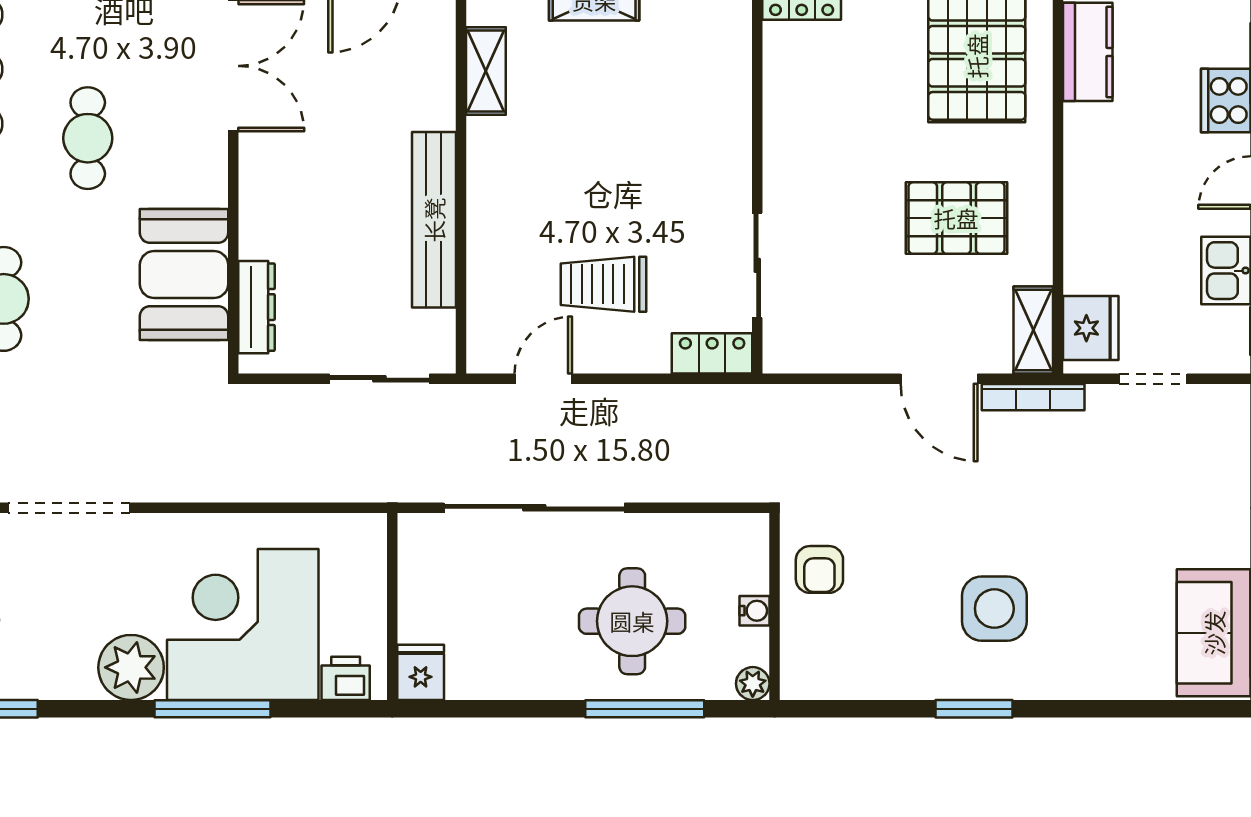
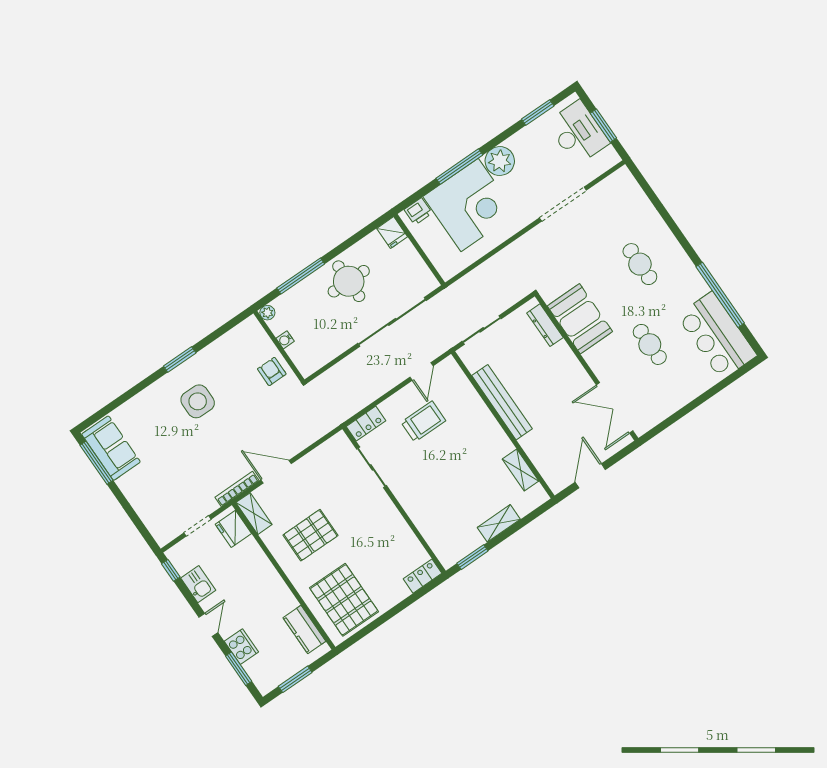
round table: (632, 621) -> (349, 281), moved

